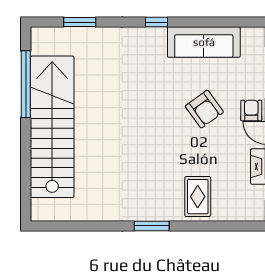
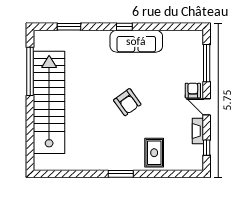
sofa: (204, 42) -> (136, 41), moved
armchair: (204, 109) -> (127, 102), moved

